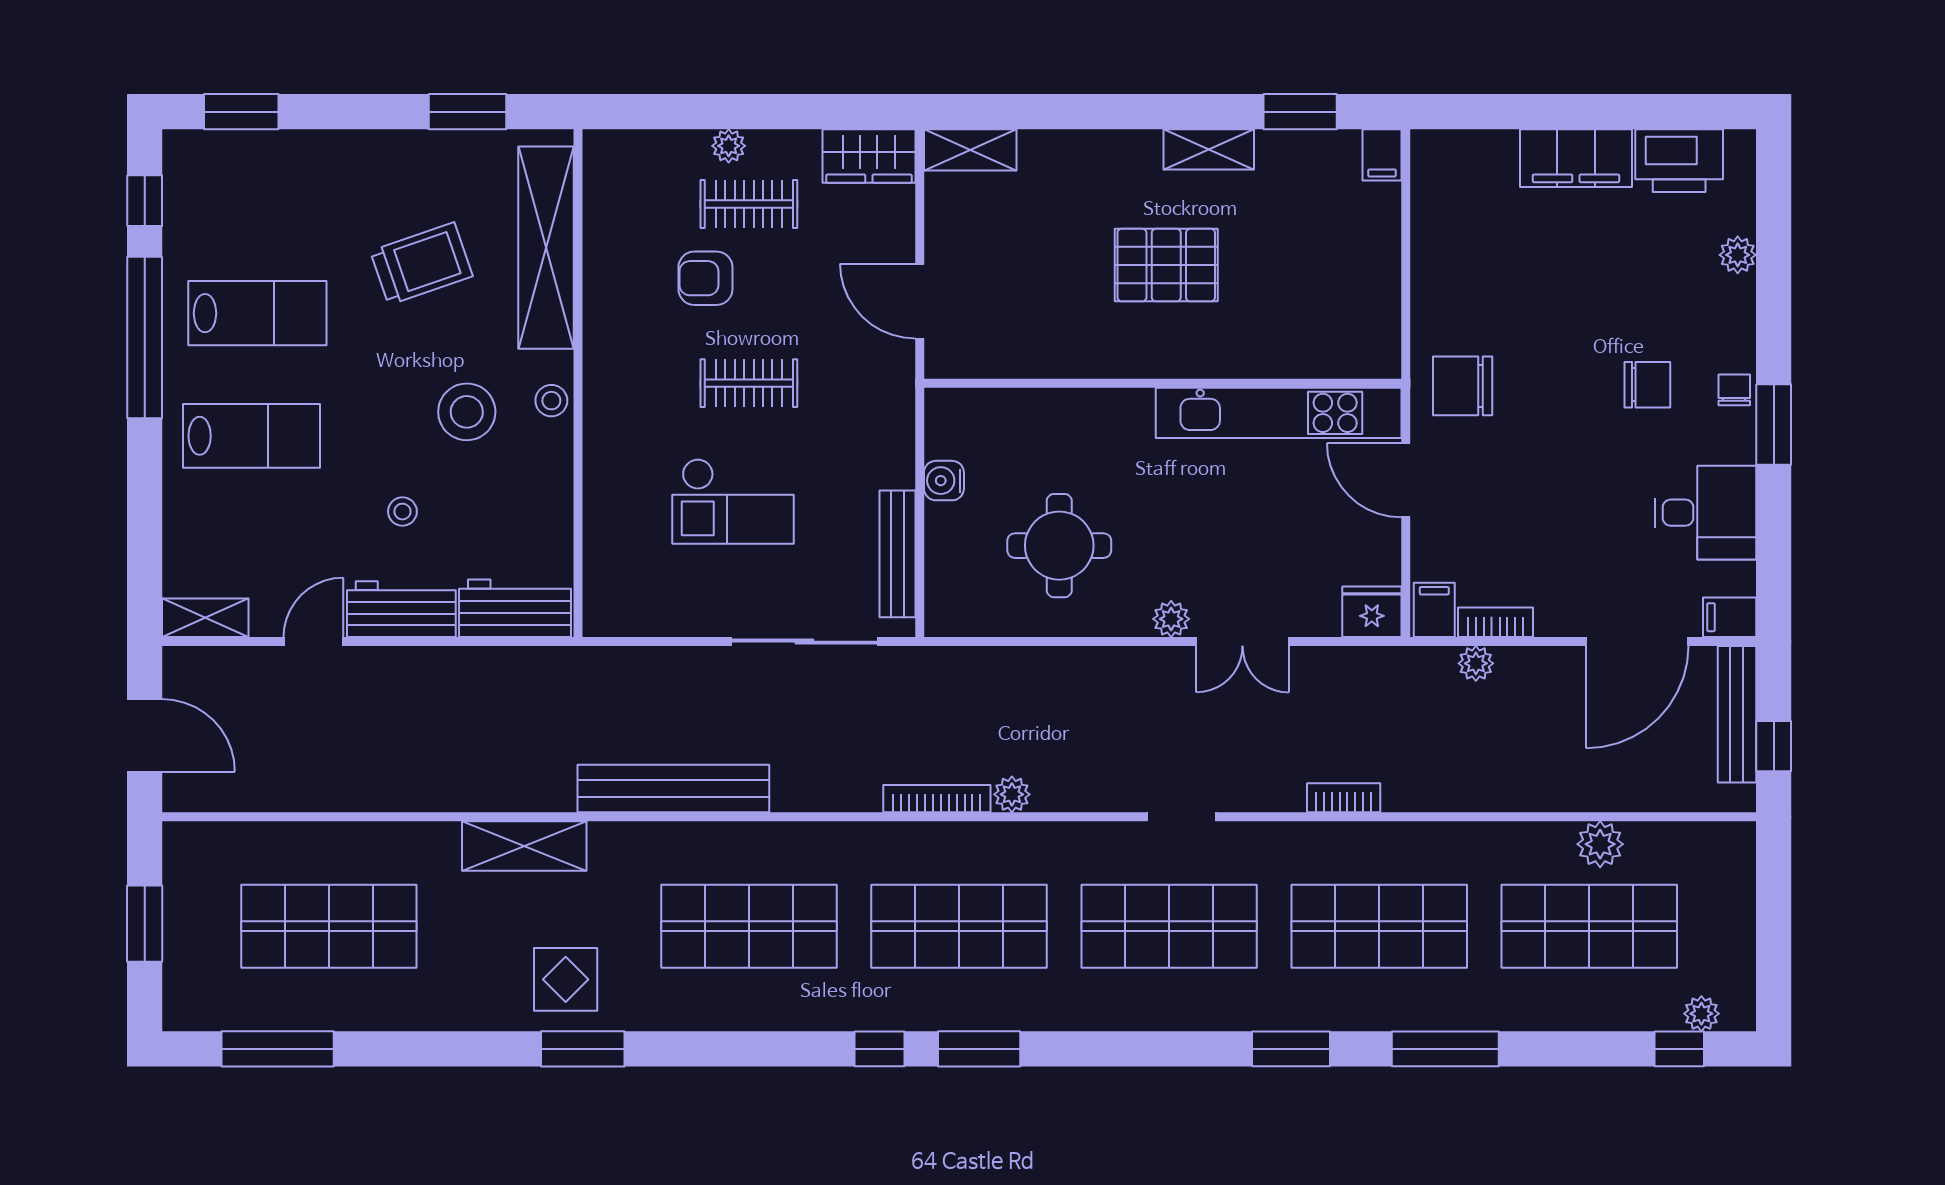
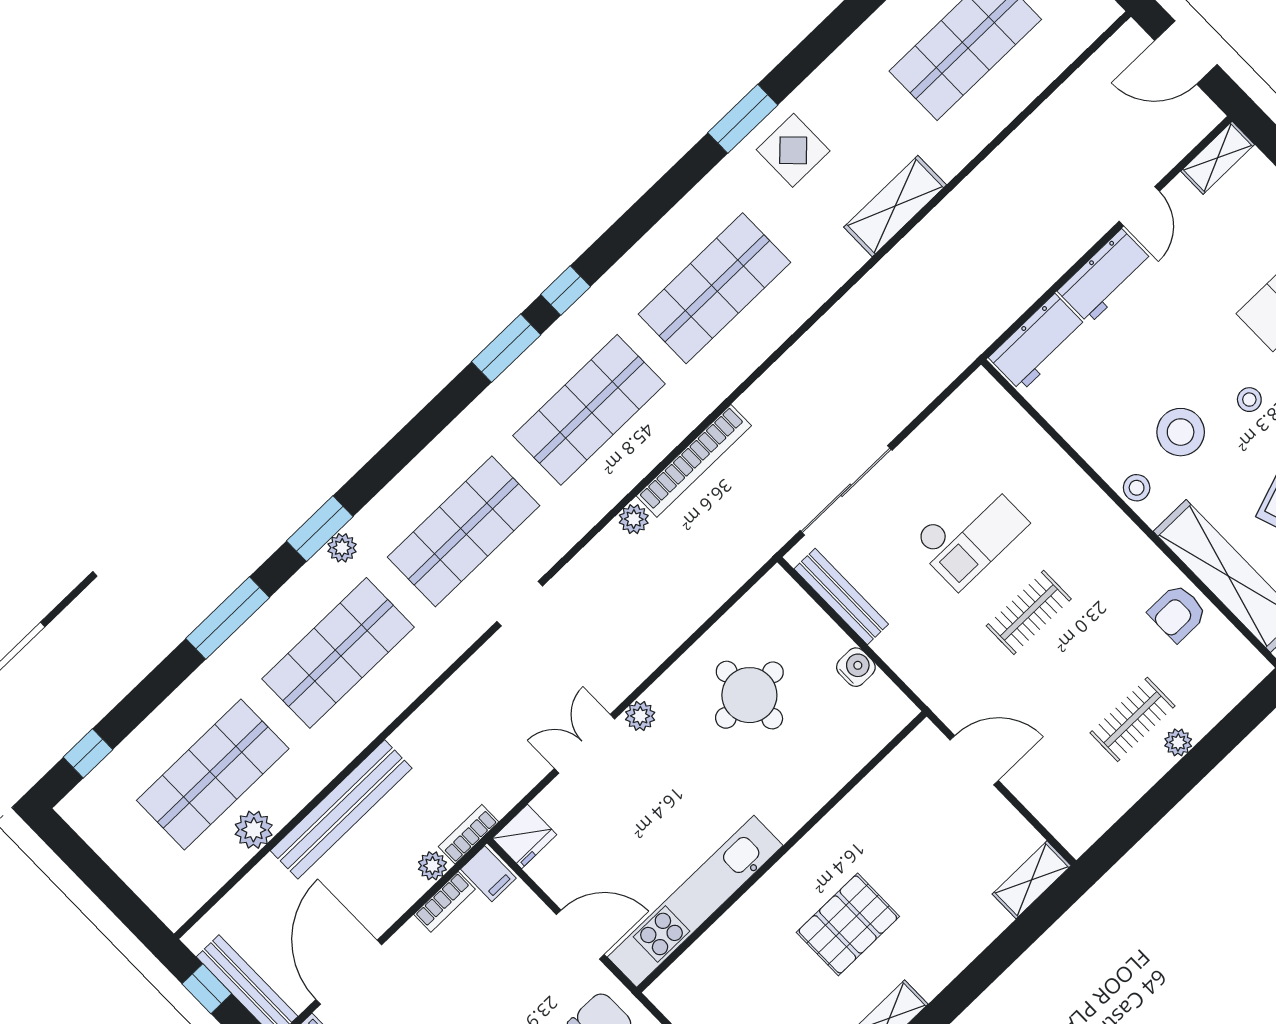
wardrobe: (869, 156) -> (1088, 818), removed
armchair: (705, 278) -> (1178, 613), moved, turned 180
checkout: (733, 501) -> (970, 533), turned 180
stool: (402, 512) -> (1249, 400), moved
bench: (673, 788) -> (341, 809), moved
bookcase: (1344, 798) -> (469, 834), moved, turned 180
bookcase: (937, 799) -> (694, 461), width x1.48, depth x1.31
plant: (1701, 1014) -> (342, 548), moved

